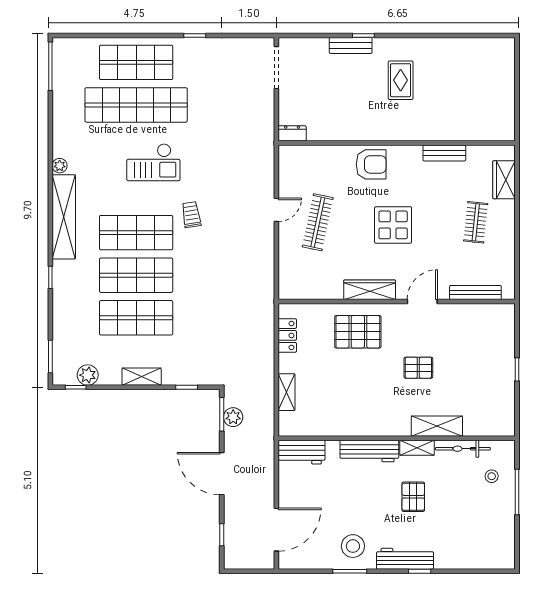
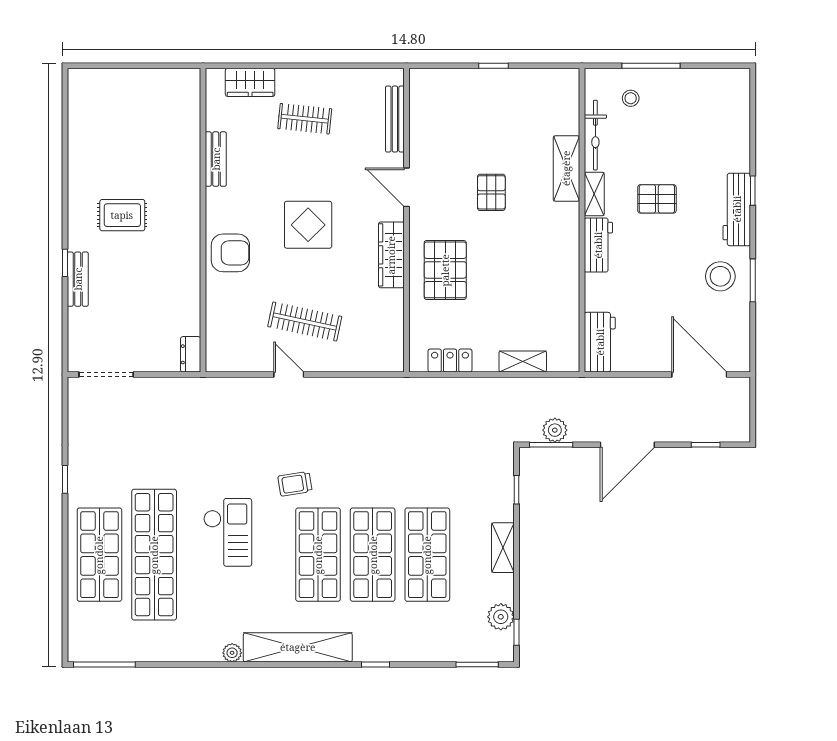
armchair: (371, 164) -> (230, 253), turned 90
workbench: (369, 451) -> (598, 245), width x0.73

